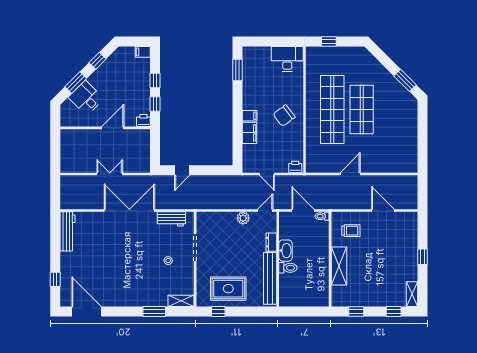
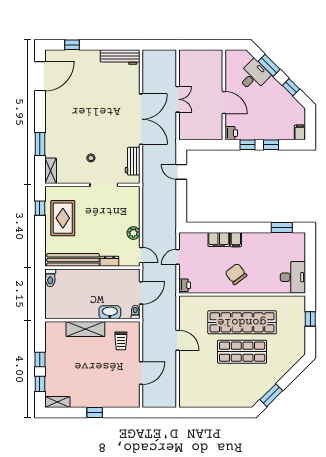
washbasin: (286, 251) -> (110, 312), moved, turned 180
toilet: (288, 268) -> (50, 278), moved
window: (356, 311) -> (40, 359), moved

